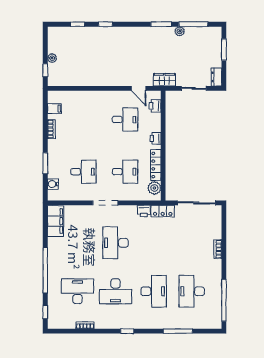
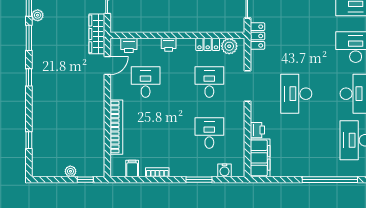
window: (105, 24) -> (29, 77), moved
wardrobe: (164, 80) -> (97, 34), width x1.50
bookcase: (88, 96) -> (116, 127), added
locker: (156, 165) -> (208, 44), width x0.66
doorway: (105, 203) -> (247, 86), moved
printer: (144, 211) -> (257, 130), moved
filing cabinet: (56, 221) -> (260, 158), moved, turned 90
desk: (116, 243) -> (296, 94), turned 90

